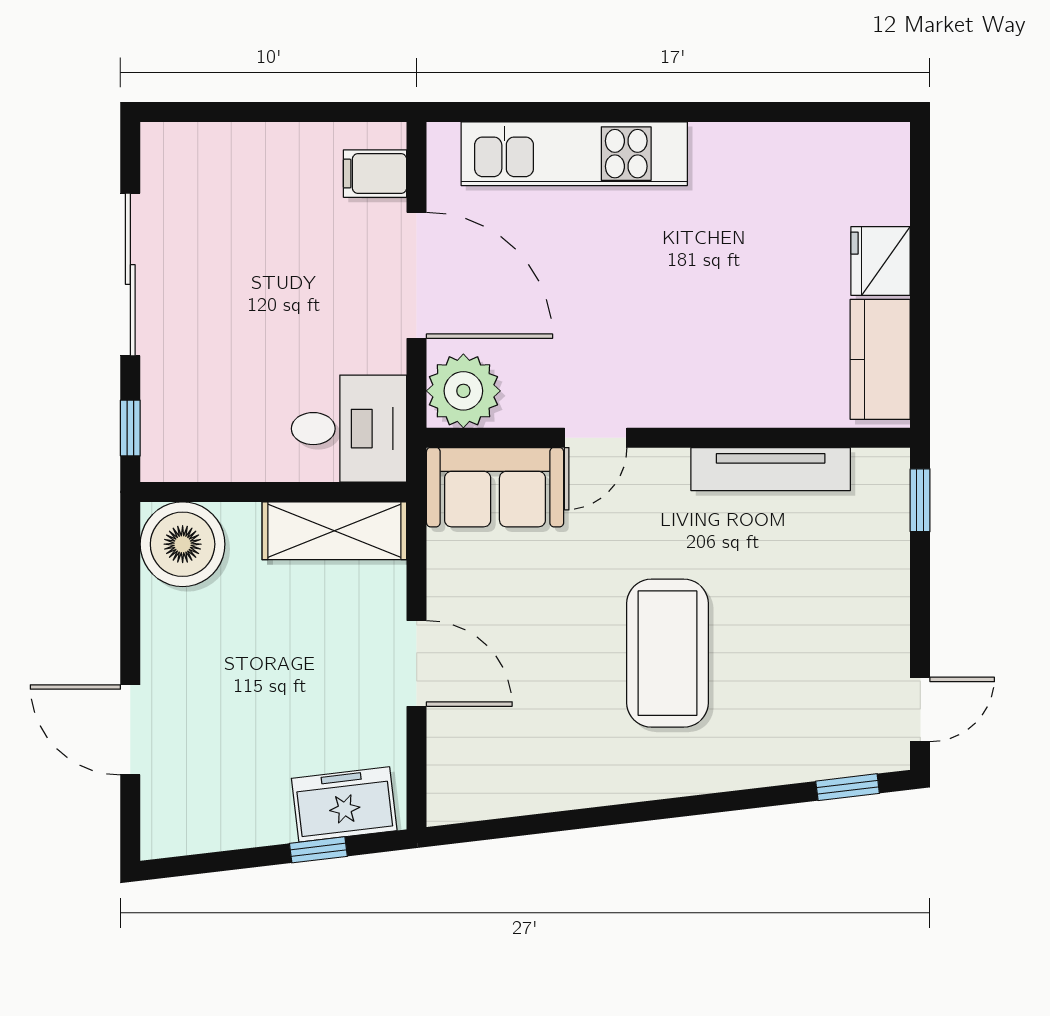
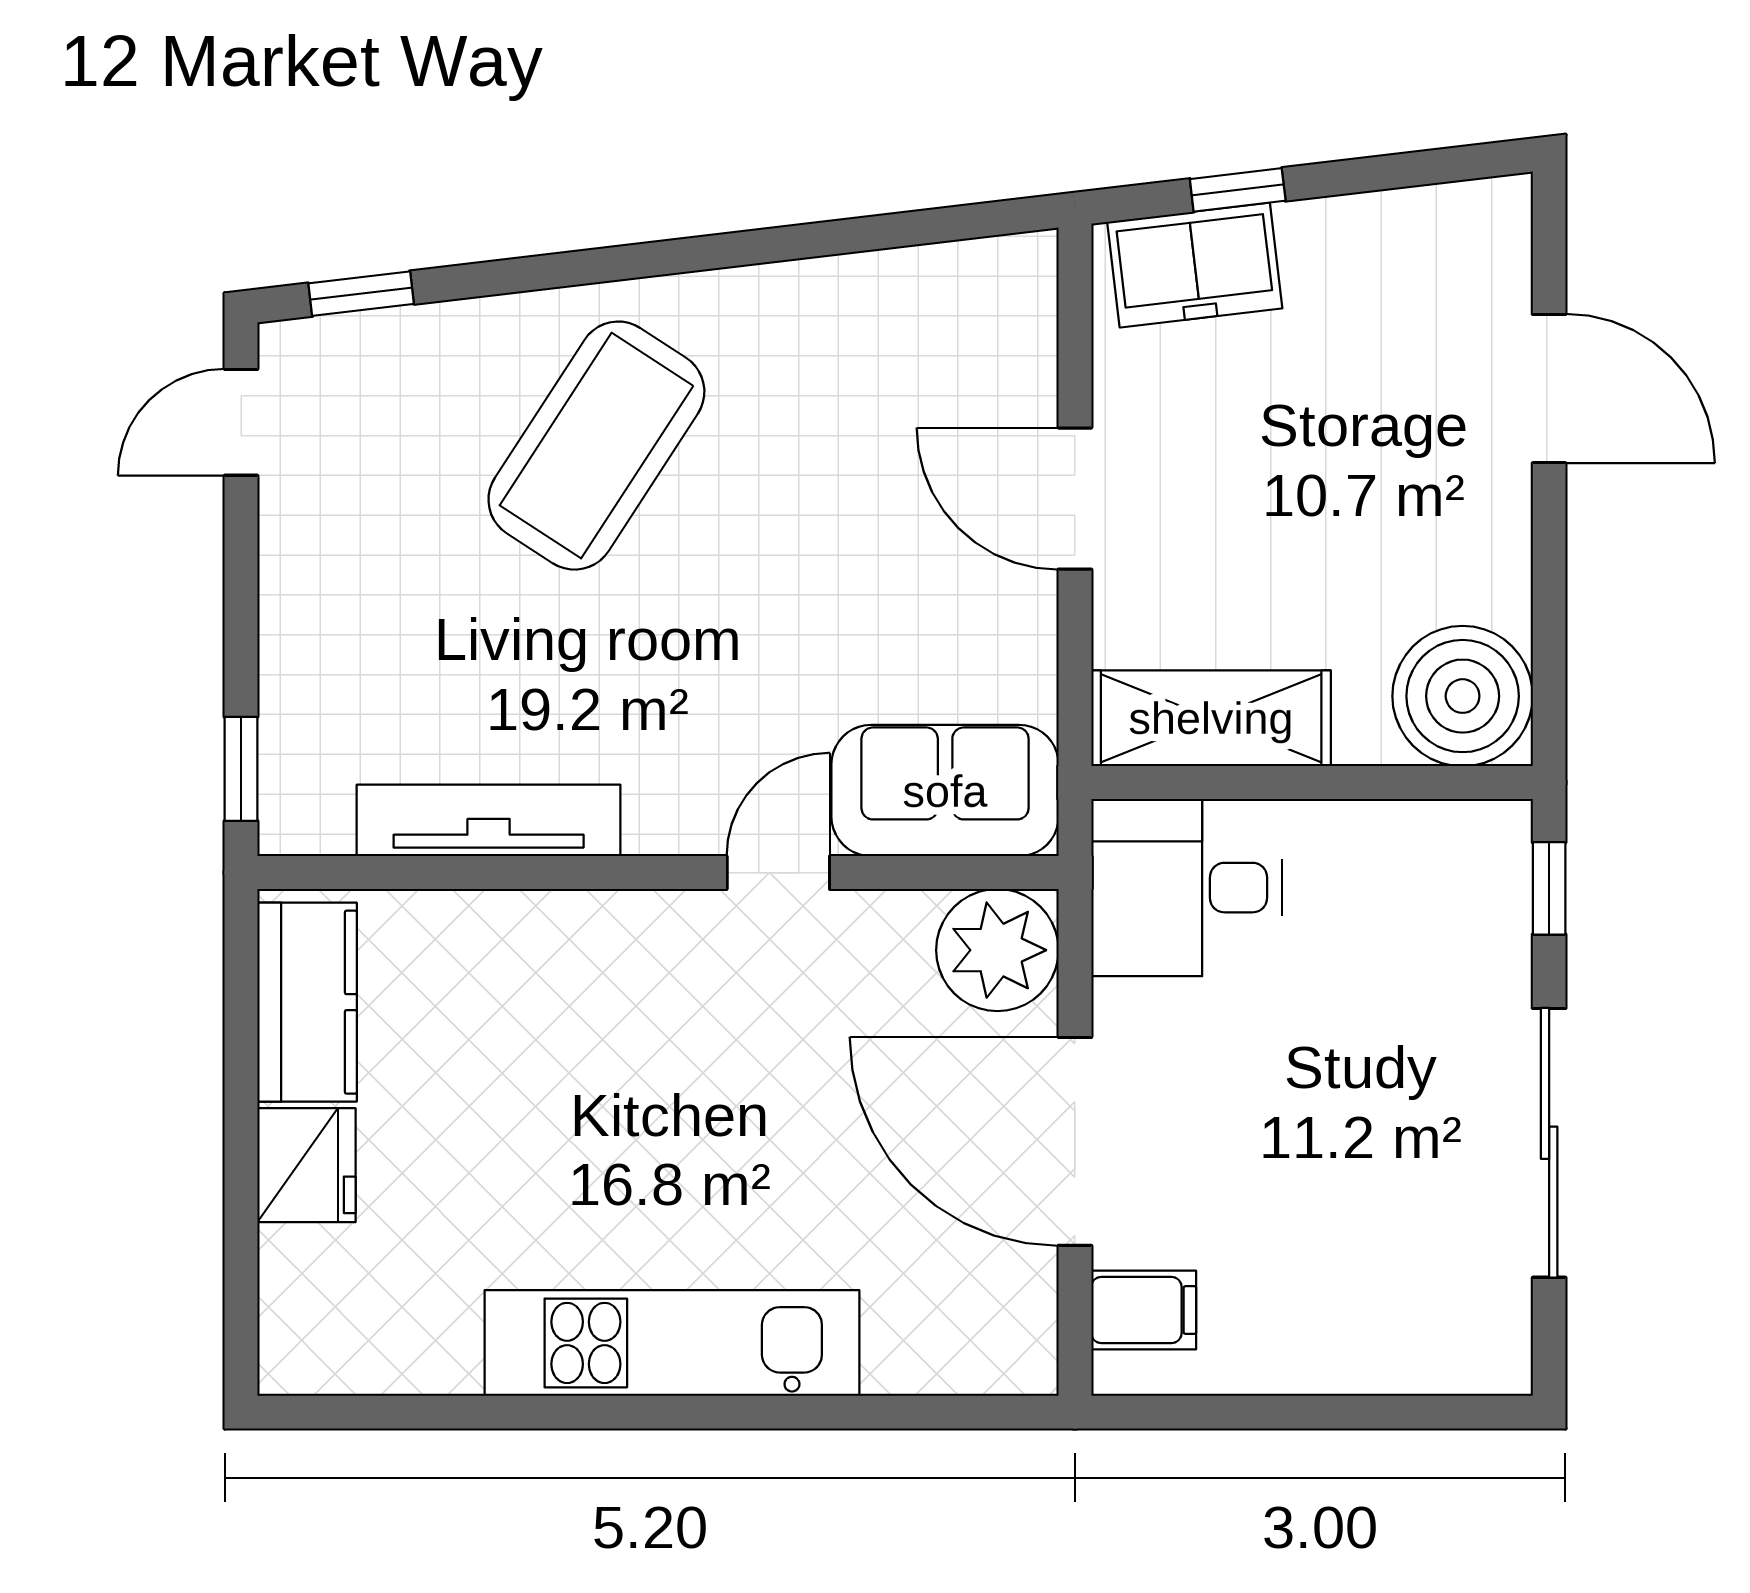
kitchen unit: (574, 154) -> (672, 1343), moved
coffee table: (668, 653) -> (596, 446), moved, turned 33

